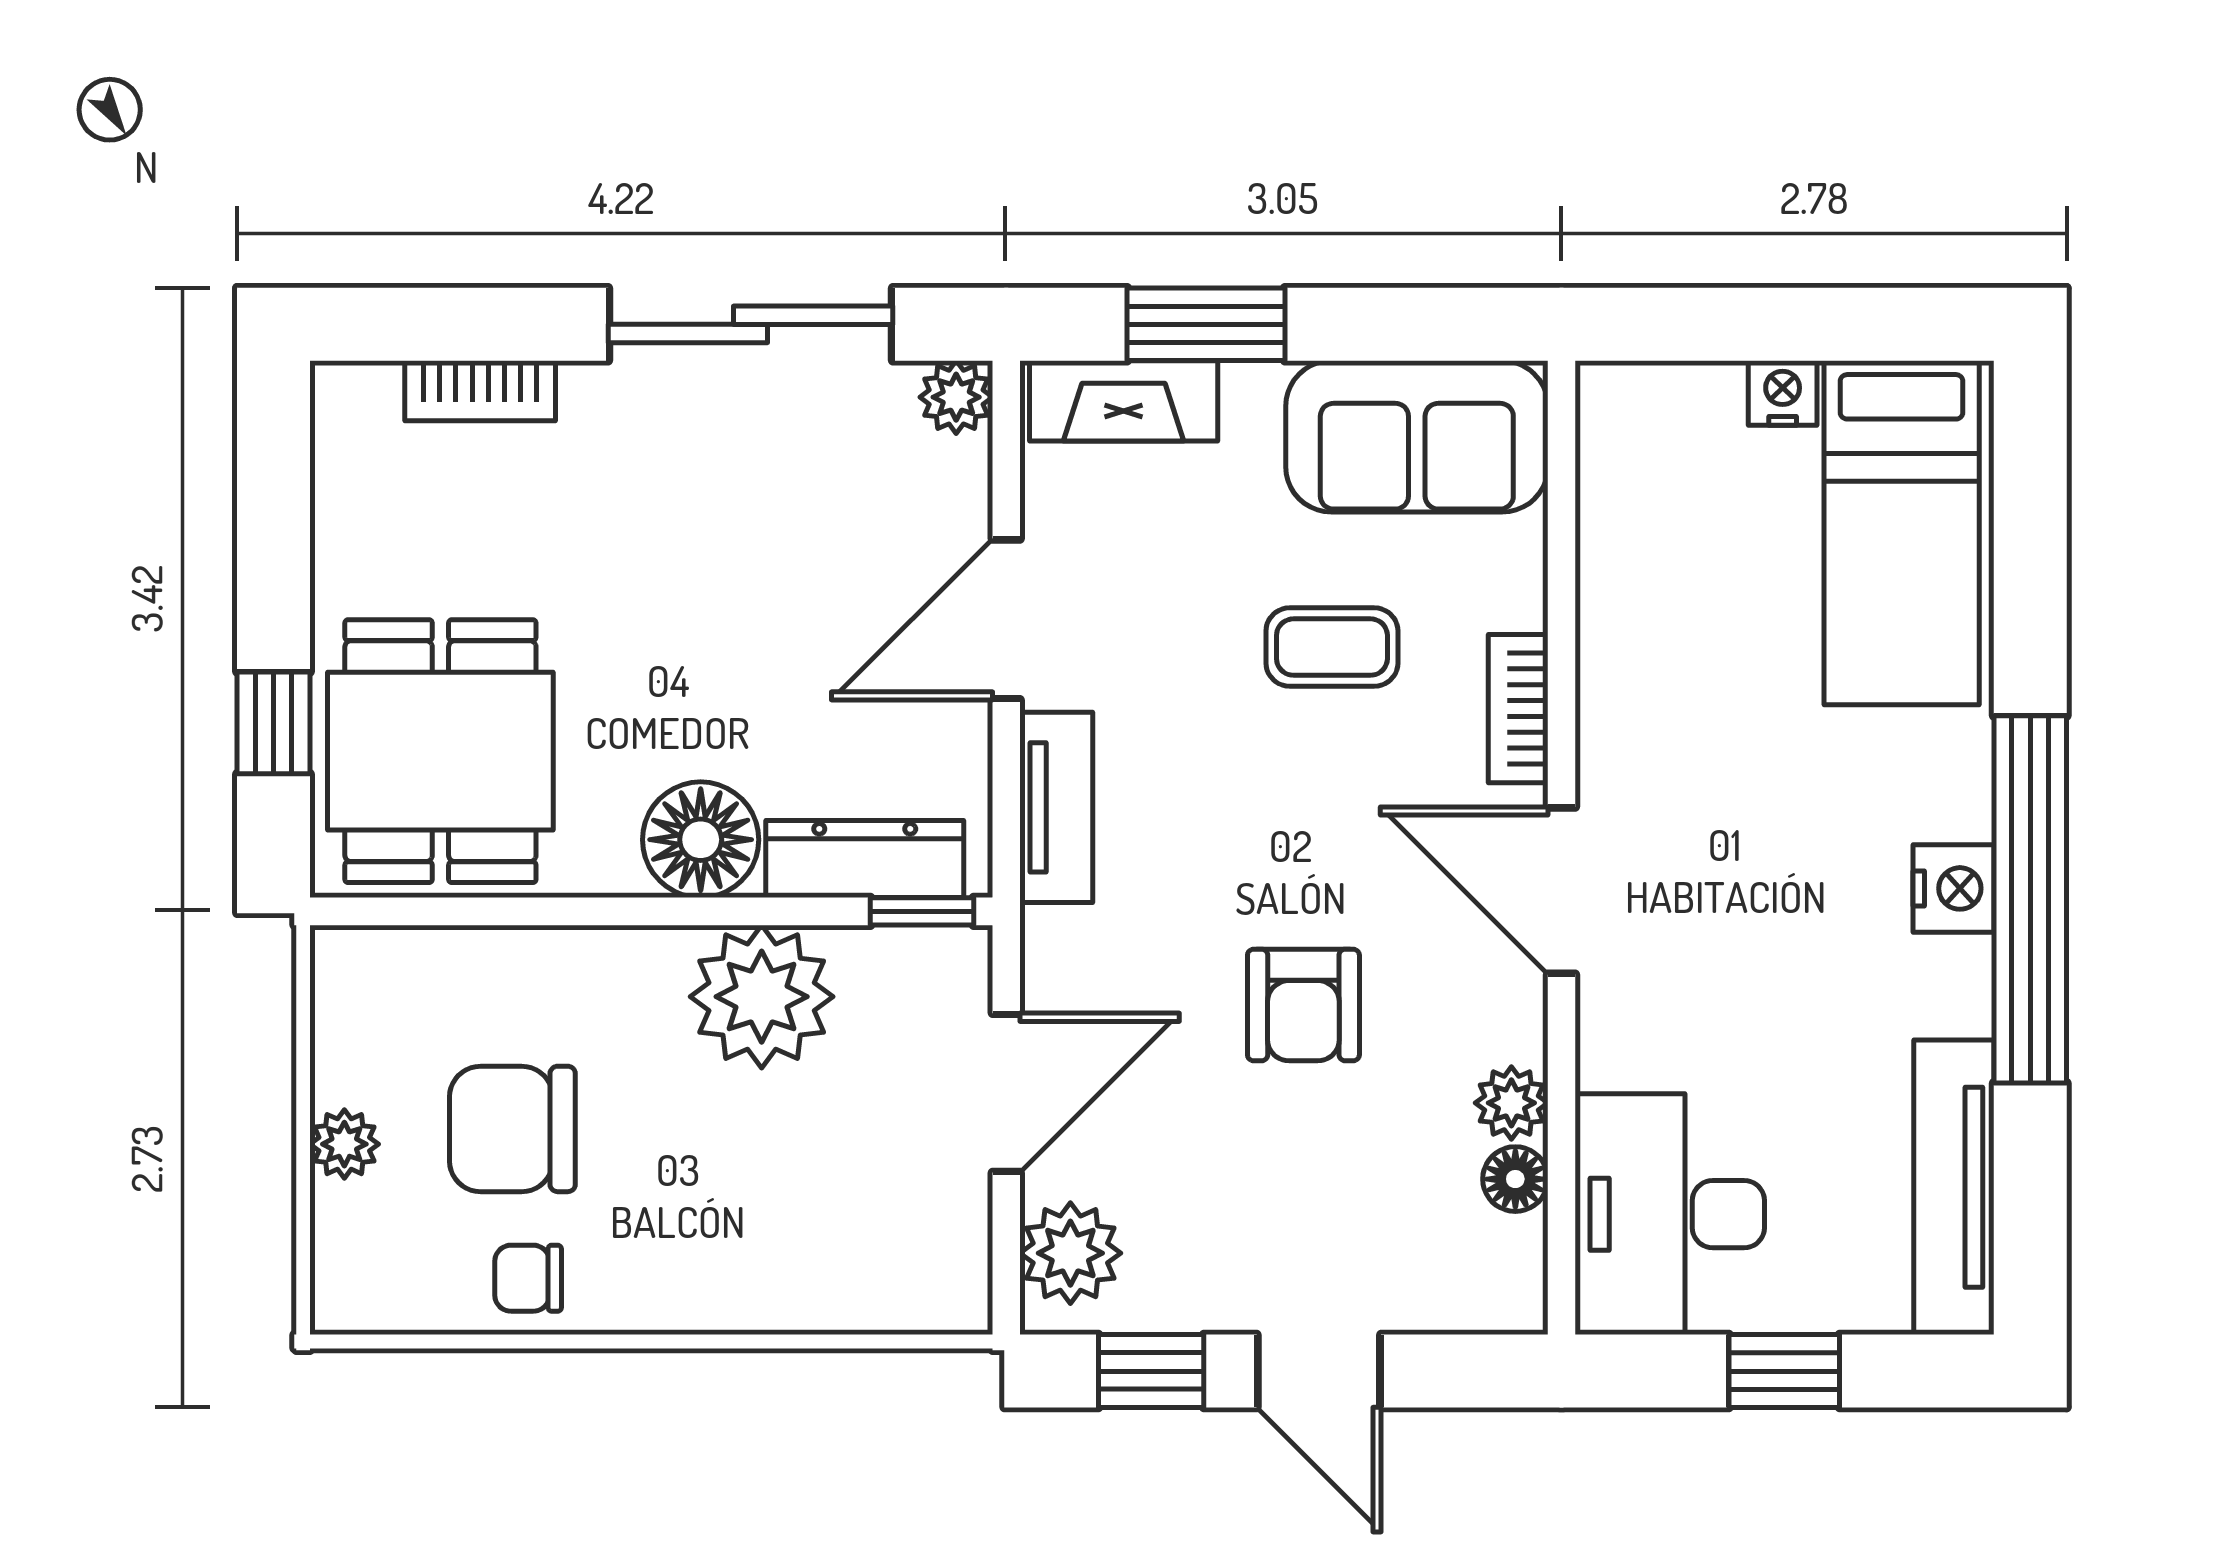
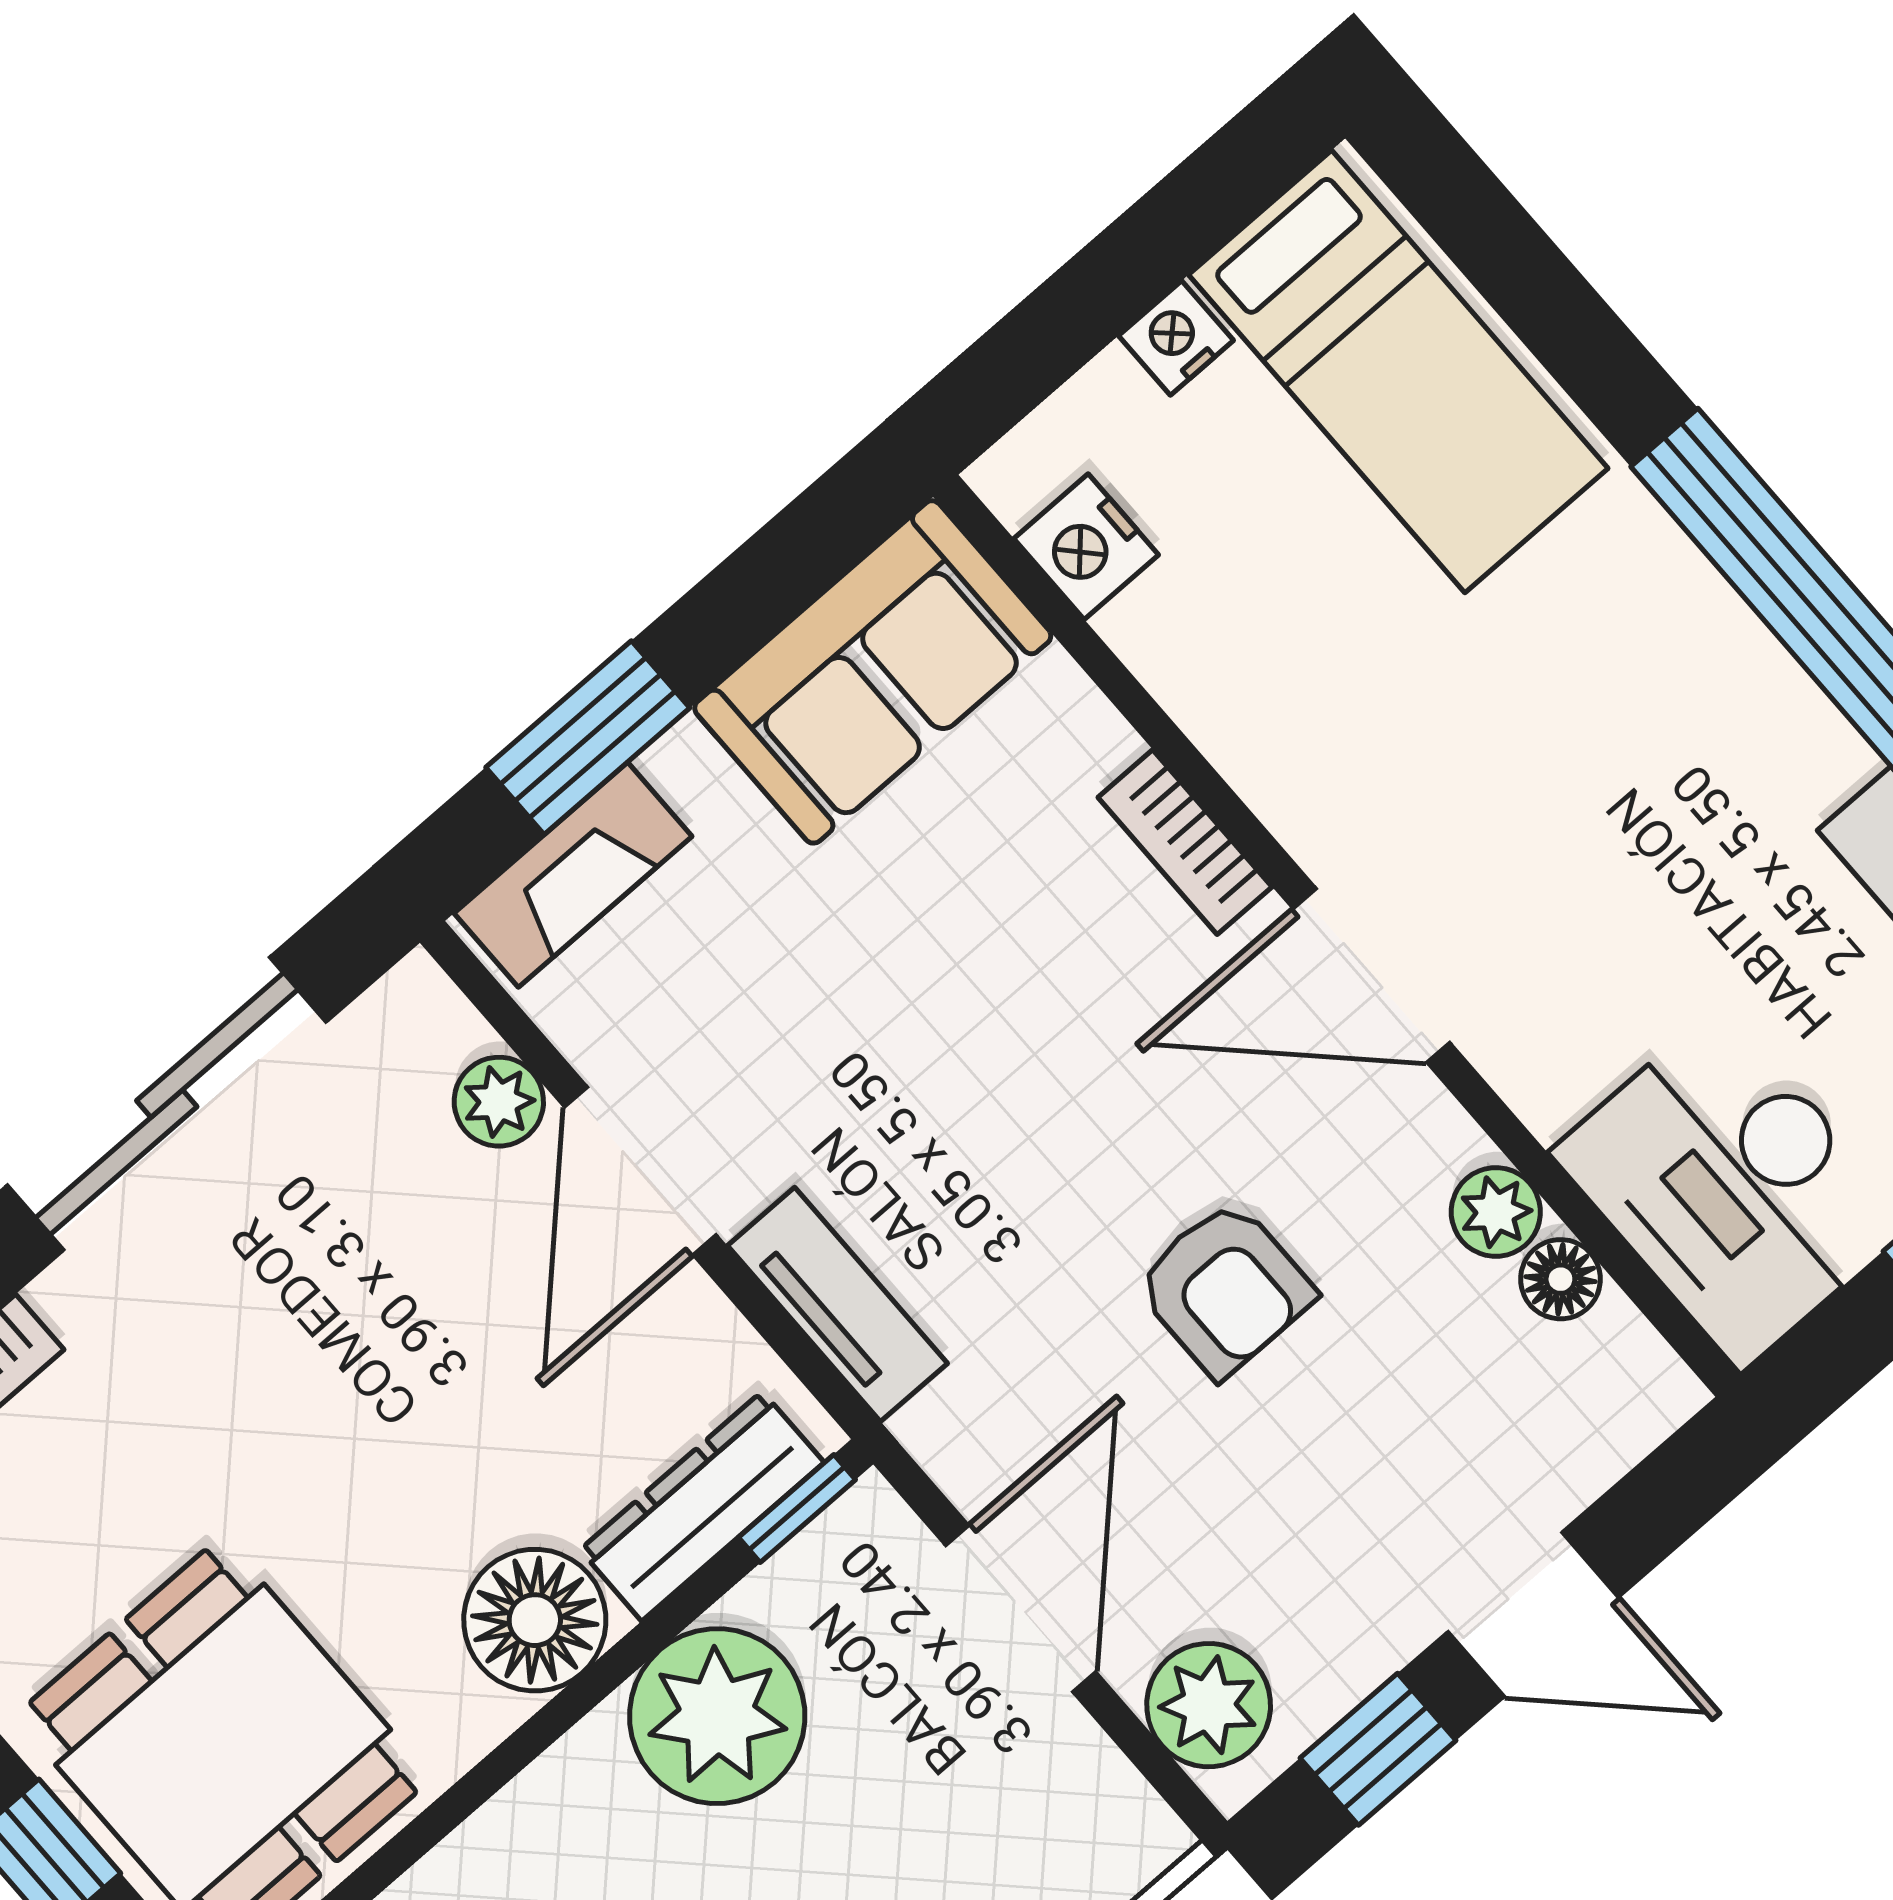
plant: (956, 397) -> (499, 1102), moved
coffee table: (1332, 647) -> (964, 935), removed
nightstand: (1953, 888) -> (1086, 547), moved, turned 180

